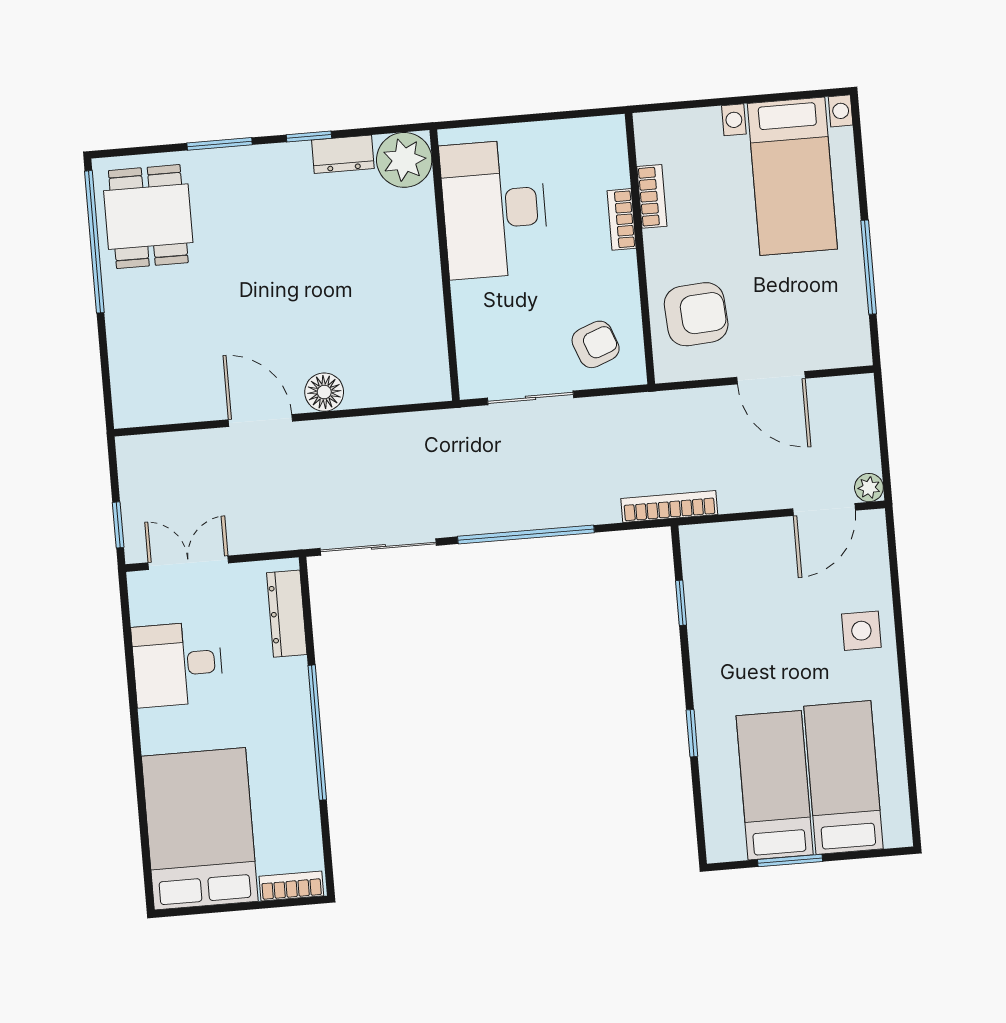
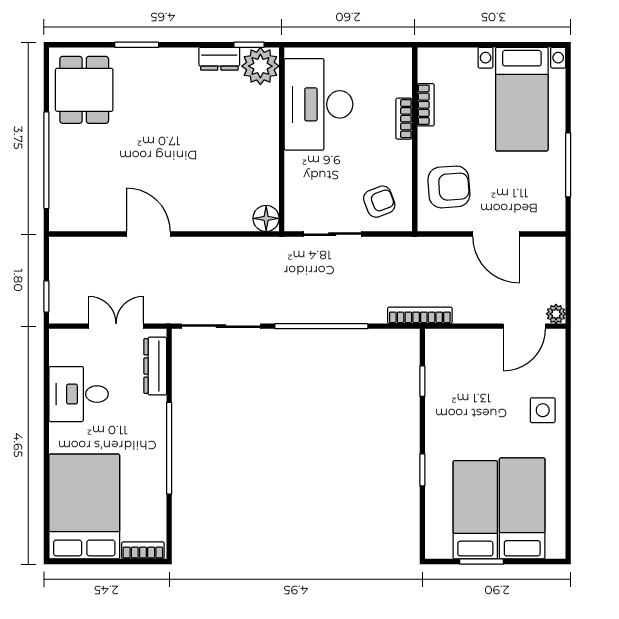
window: (309, 136) -> (249, 45), moved
window: (94, 242) -> (46, 160), moved
floor lamp: (324, 392) -> (266, 218), moved
double door: (188, 563) -> (116, 326), moved

